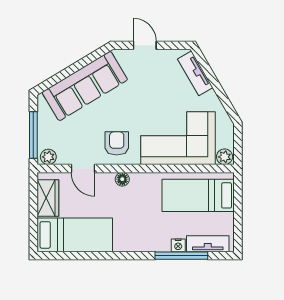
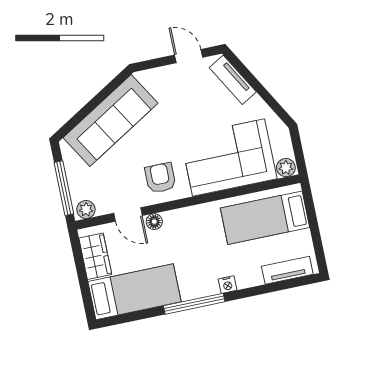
door: (145, 45) -> (189, 56), moved
floor lamp: (122, 179) -> (154, 222), moved
nightstand: (178, 245) -> (228, 285), moved
window: (181, 256) -> (194, 304), moved

